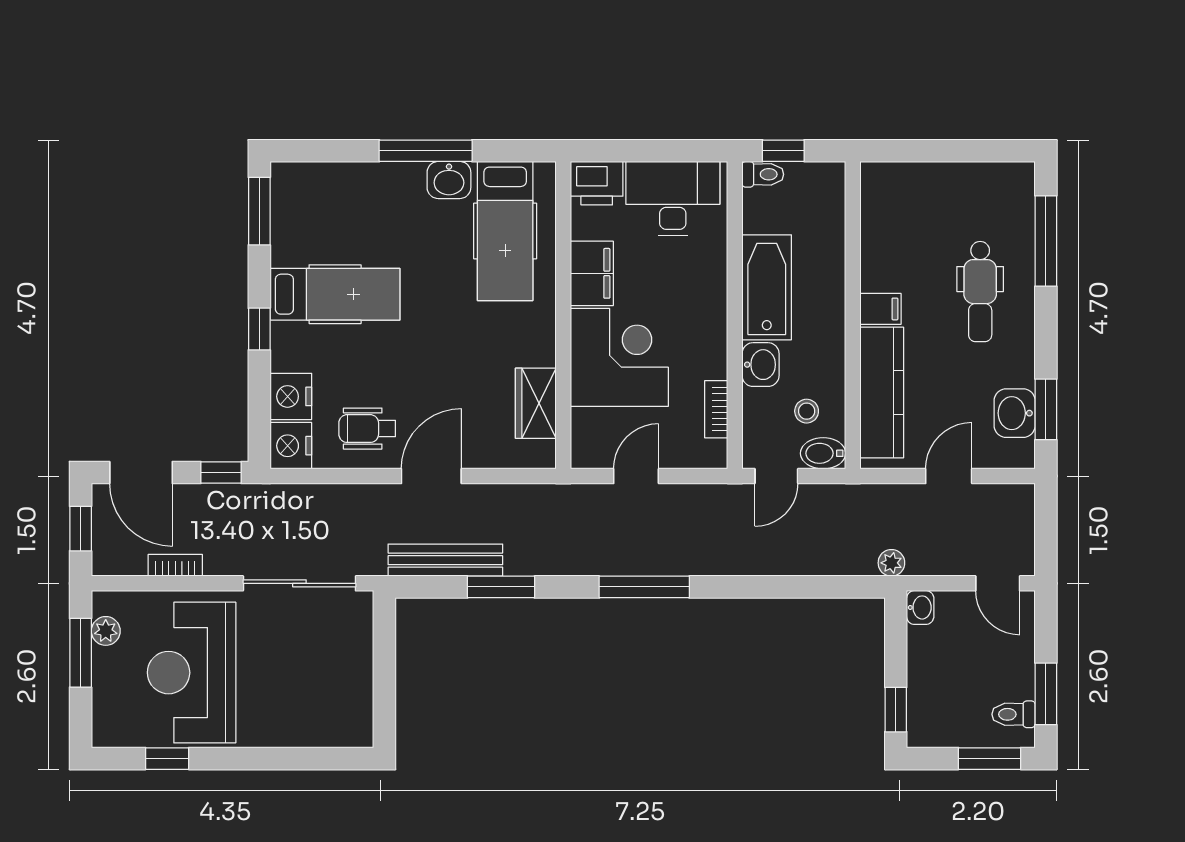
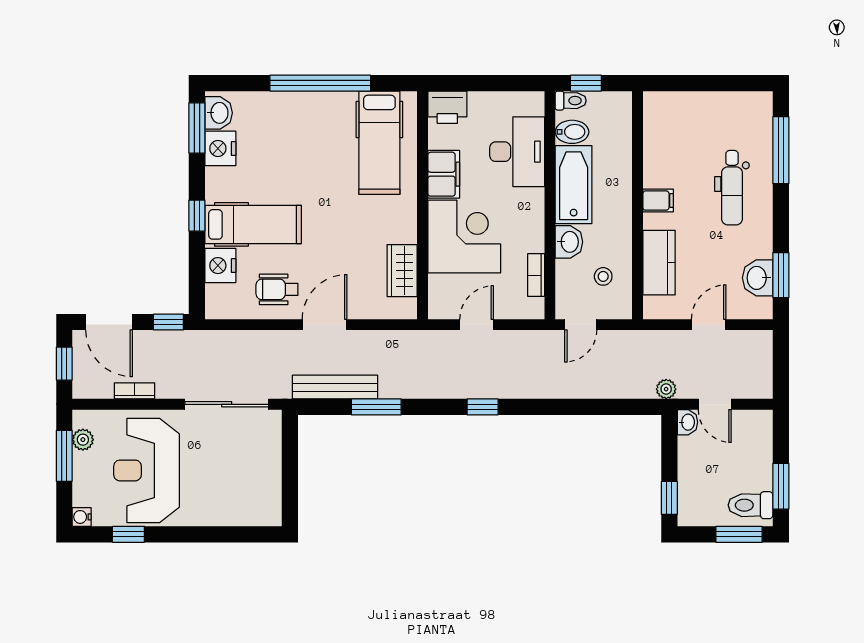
window: (426, 151) -> (320, 83), width x1.46
washbasin: (449, 180) -> (219, 113), moved, turned -90
desk: (673, 198) -> (517, 152), moved, turned 90
hospital bed: (335, 294) -> (253, 224), moved
kitchen counter: (882, 393) -> (659, 263), width x0.67
nightstand: (291, 446) -> (220, 148), moved
bidet: (823, 453) -> (572, 132), moved, turned 180
door: (998, 583) -> (715, 404), moved
window: (644, 587) -> (483, 407), width x0.46
toilet: (1013, 714) -> (751, 505), width x1.37, depth x1.39
water cooler: (104, 735) -> (82, 517), added

